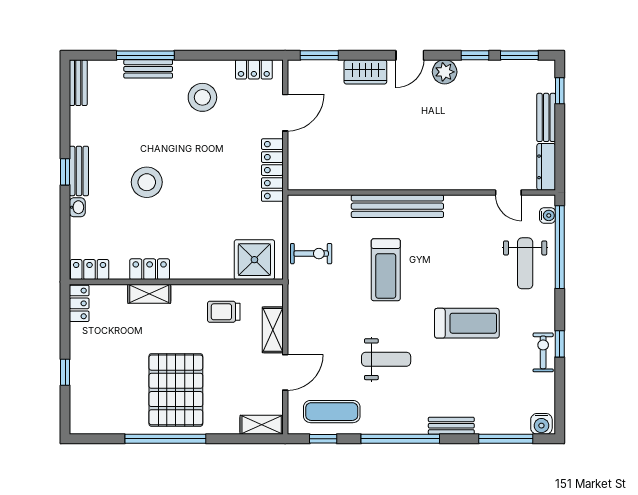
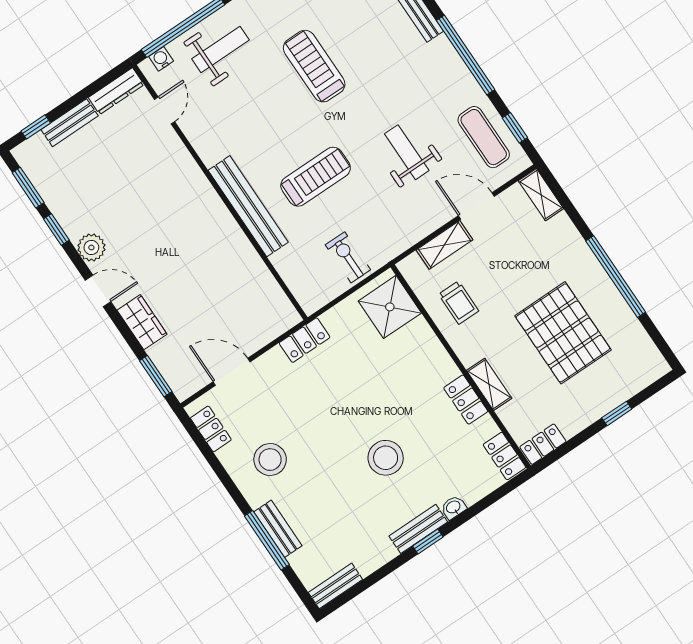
locker: (272, 170) -> (305, 340), width x0.66
weight bench: (386, 359) -> (407, 152), moved
pallet: (176, 390) -> (563, 333), moved, turned 90

